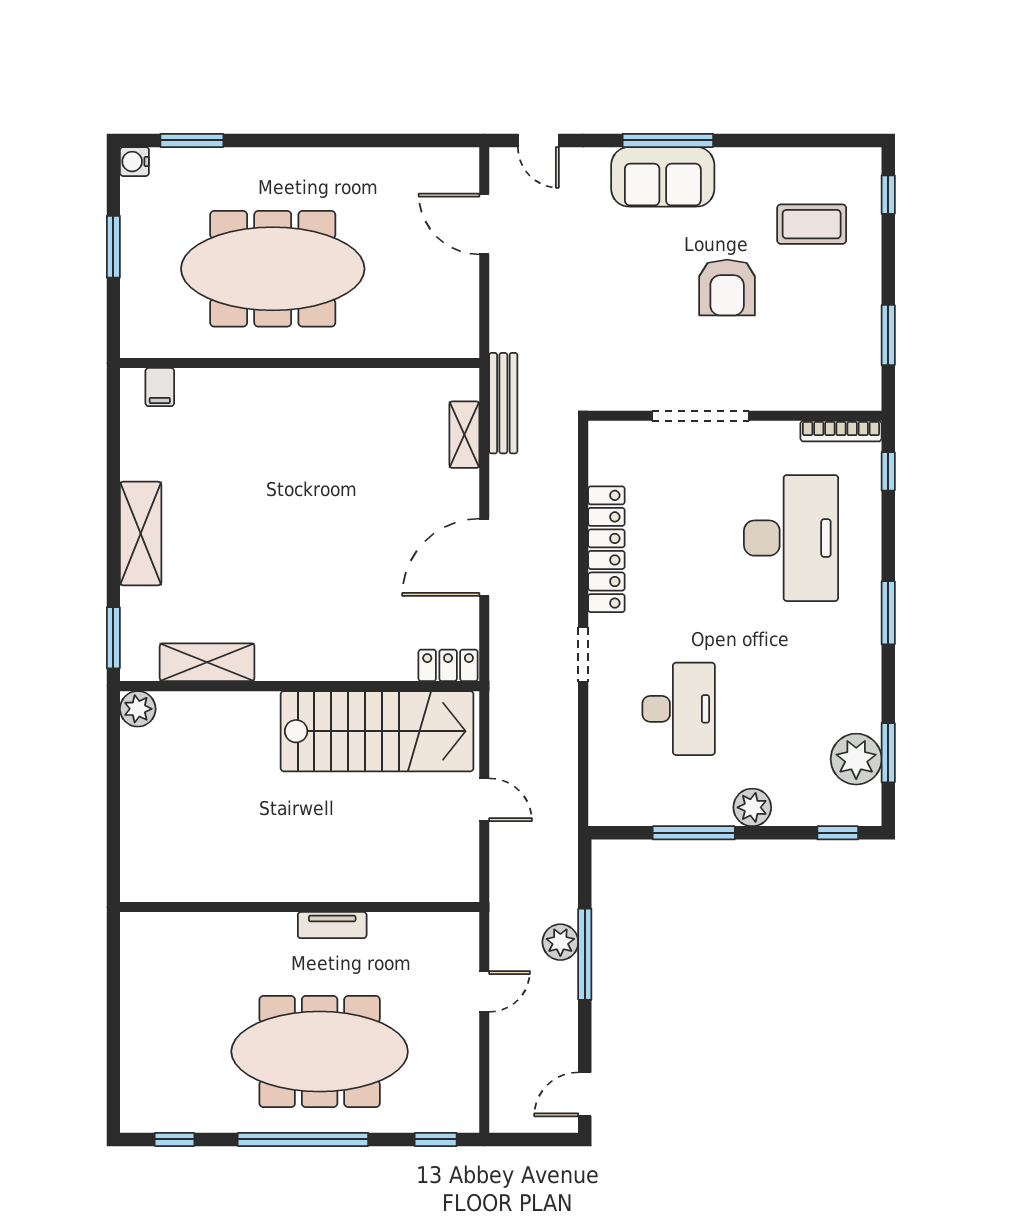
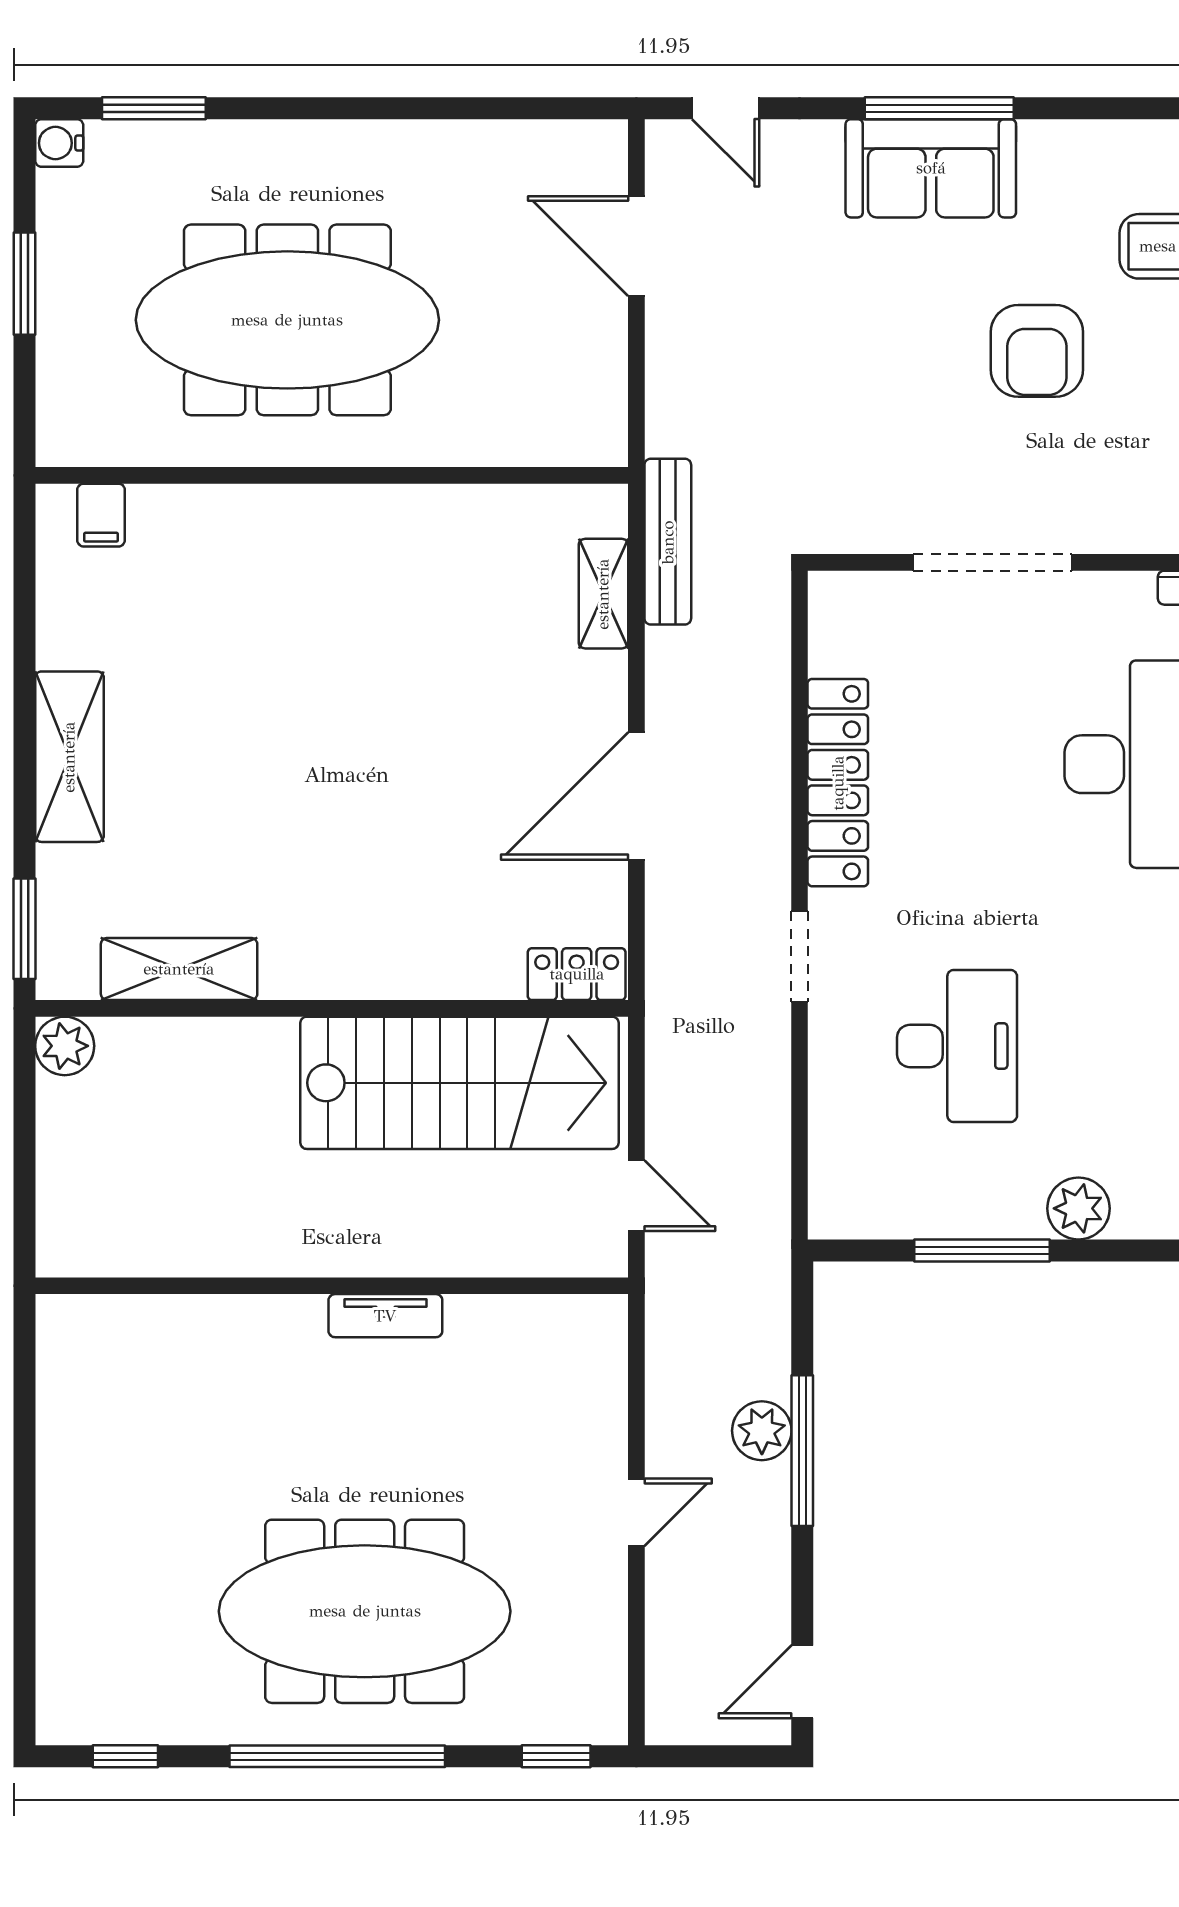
wall: (300, 907) -> (332, 1286), moved
tv unit: (332, 925) -> (385, 1316), moved

